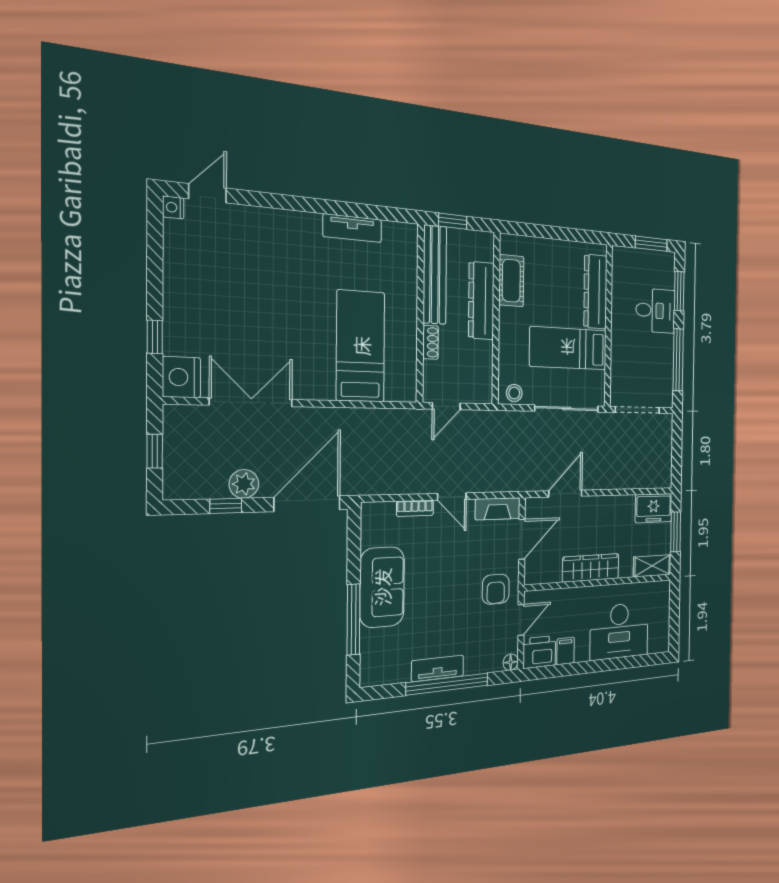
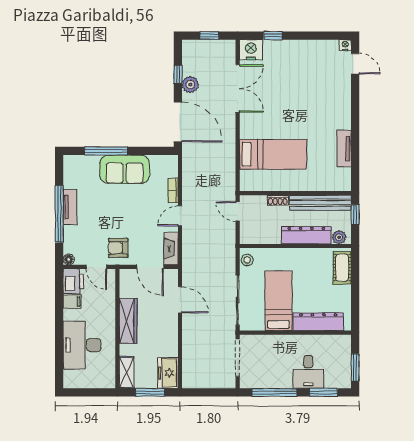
plant: (485, 250) -> (339, 237), added
cot: (511, 281) -> (342, 268), moved, turned 90

